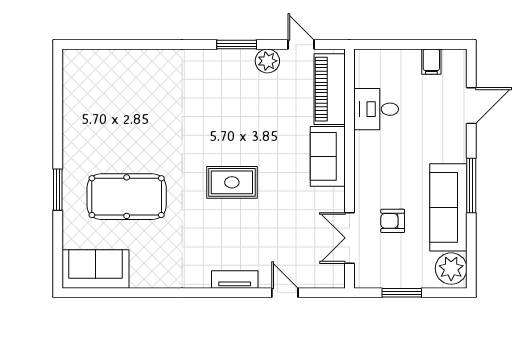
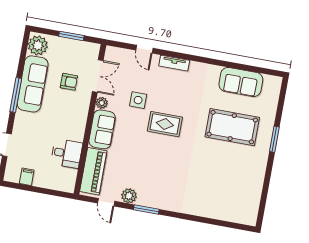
plant: (336, 197) -> (102, 103), added
side table: (280, 212) -> (138, 100), added
sofa: (96, 269) -> (241, 82), moved

